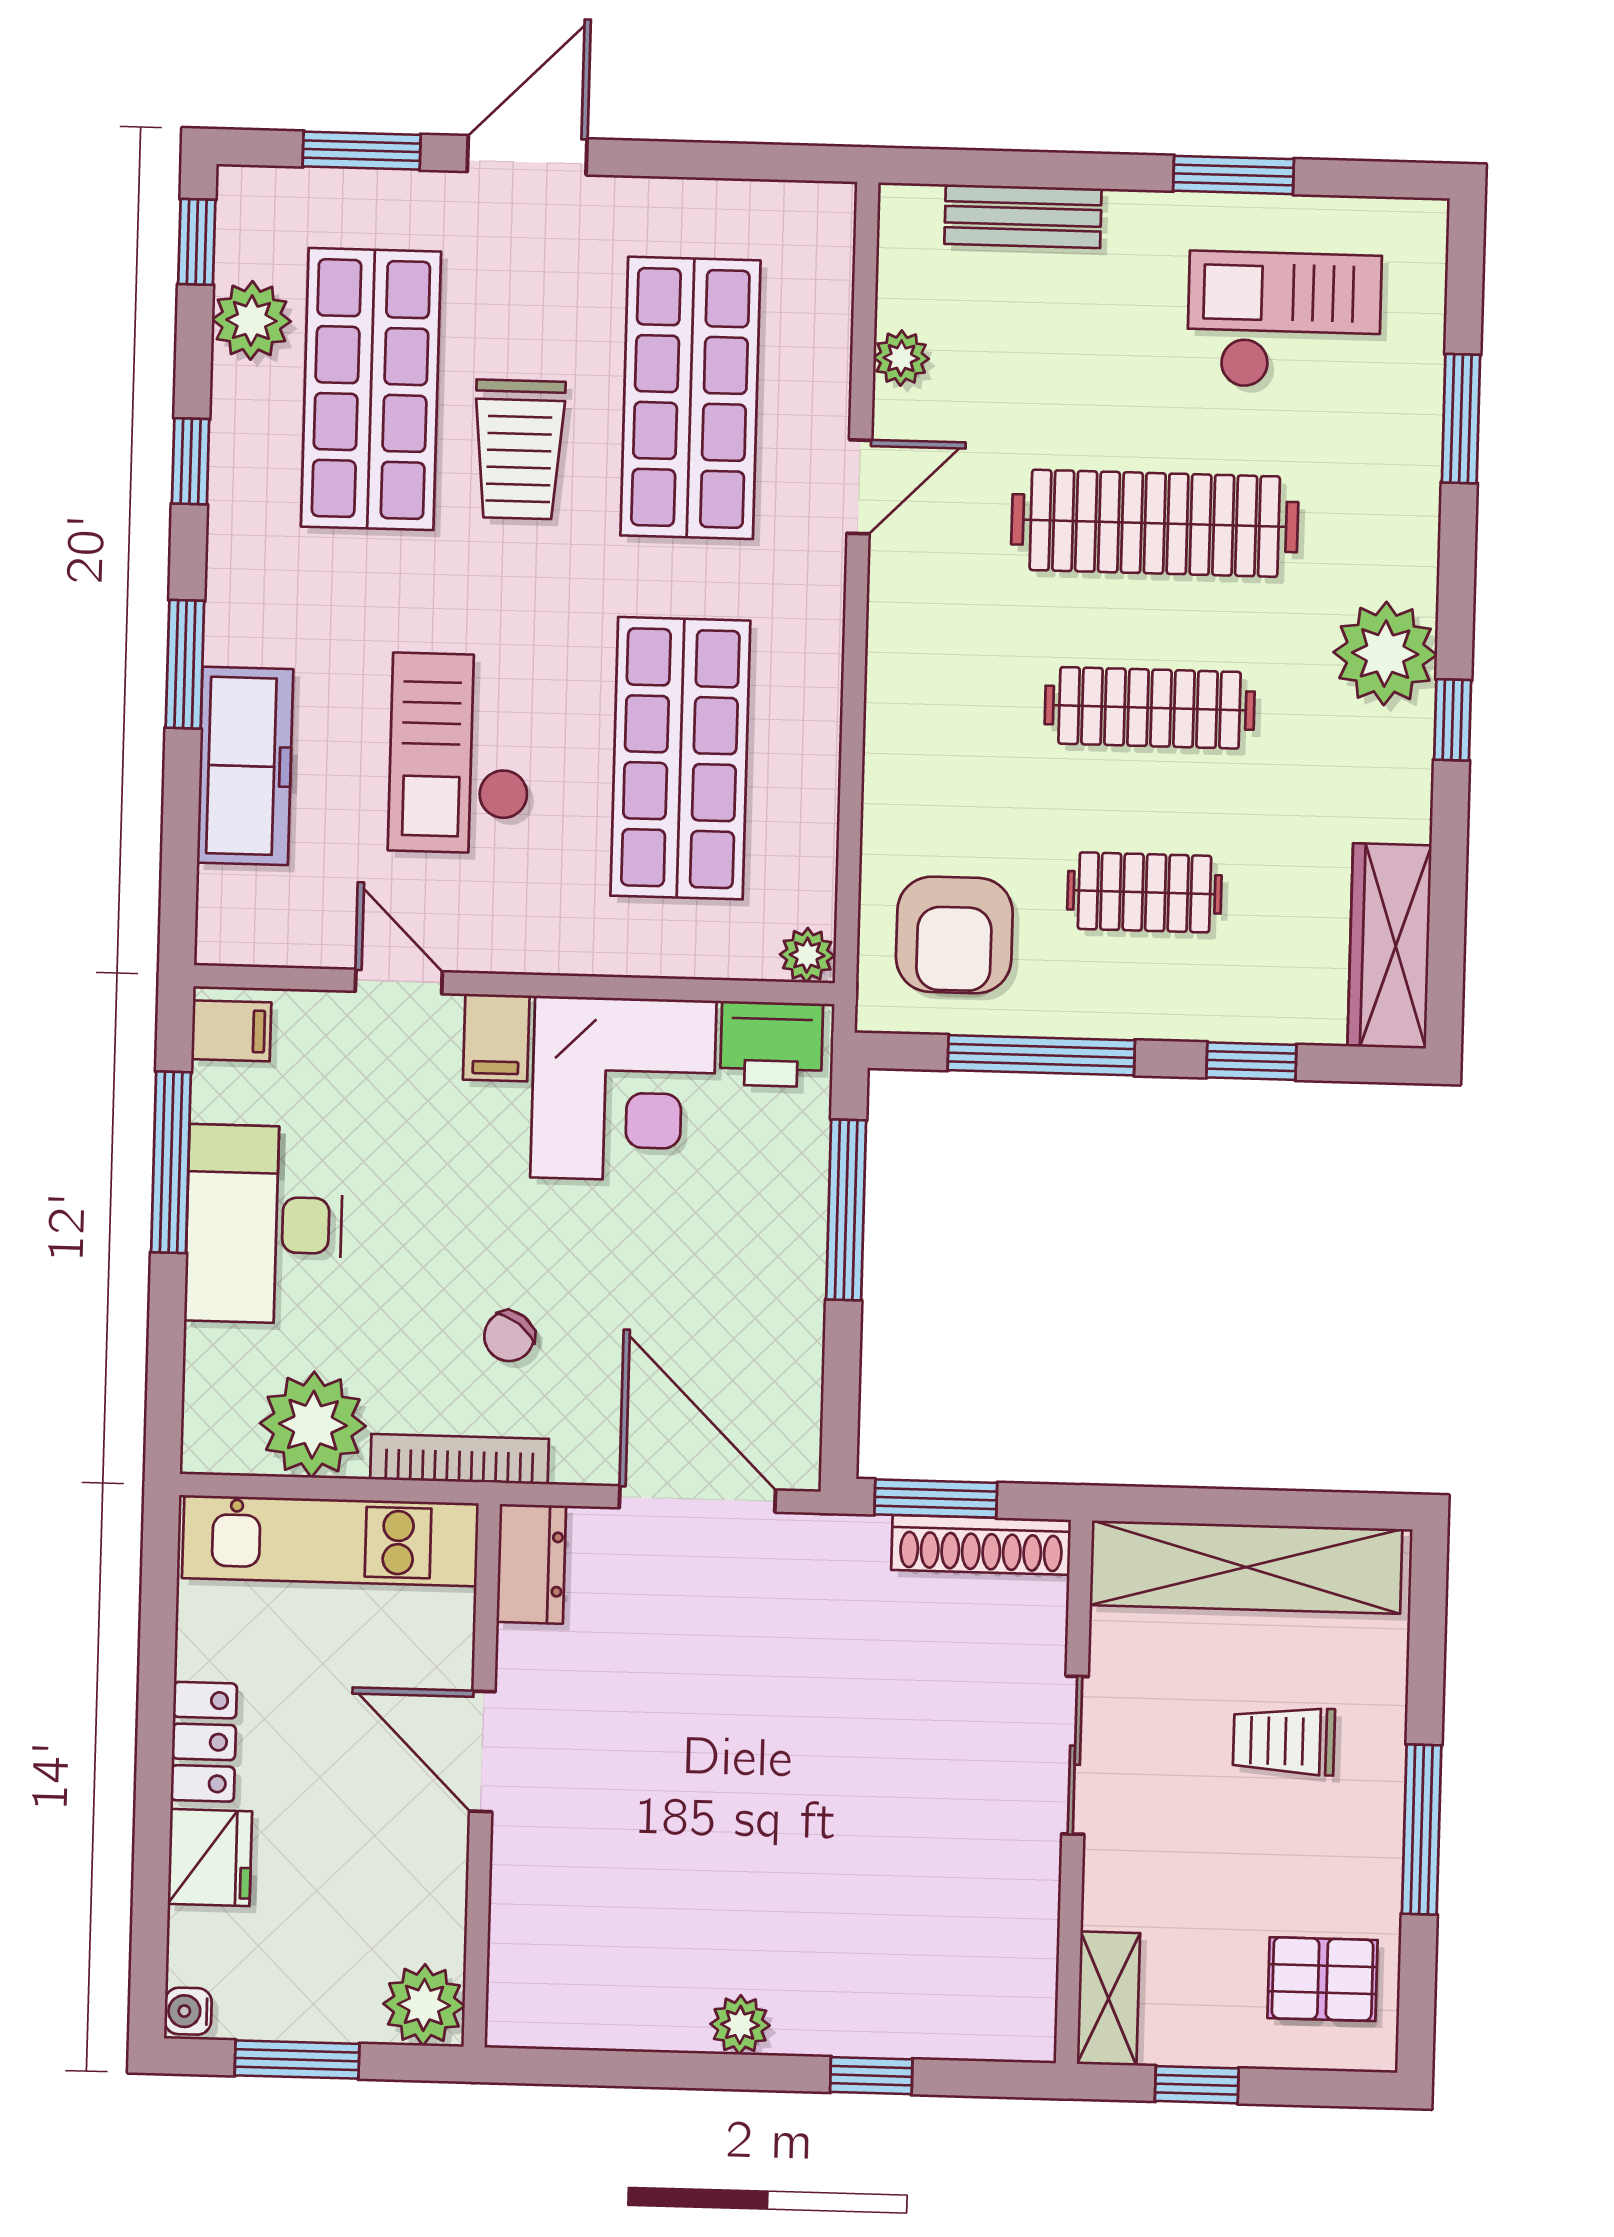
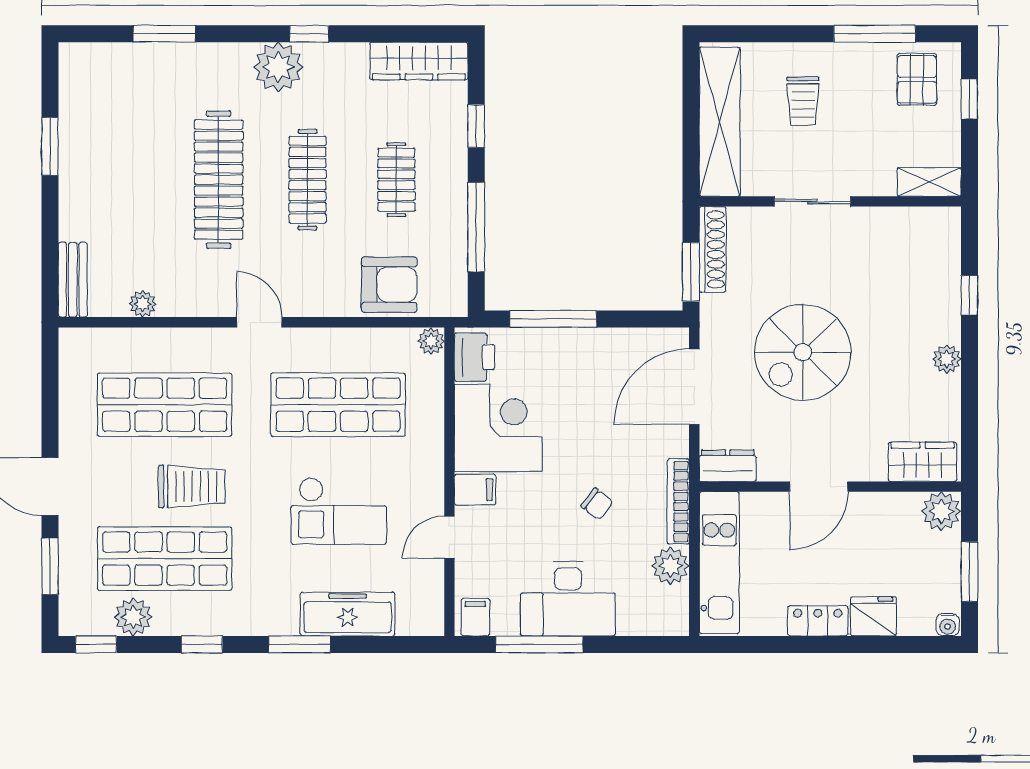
bench: (1023, 216) -> (73, 280), moved
checkout: (1284, 321) -> (119, 120), removed
door: (859, 487) -> (259, 322), moved
armchair: (954, 935) -> (389, 285), moved
chair: (509, 1336) -> (597, 504), moved
plant: (313, 1425) -> (670, 566), width x0.73, depth x0.73
spiral stairs: (763, 1726) -> (803, 352), added
window: (1422, 1829) -> (875, 34), moved
wardrobe: (528, 1969) -> (923, 462), added
window: (1197, 2085) -> (969, 99), moved

